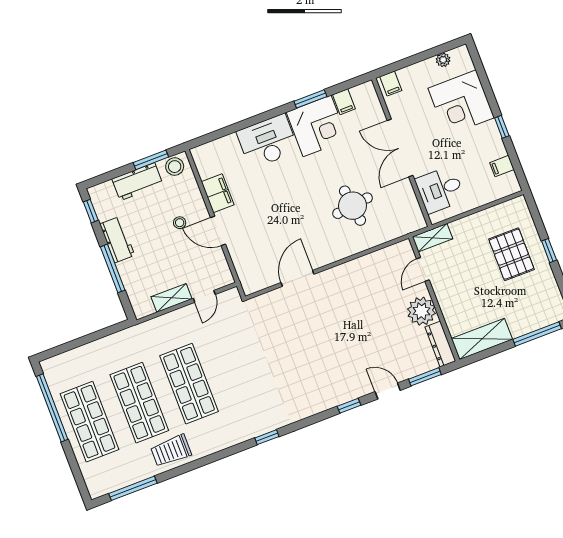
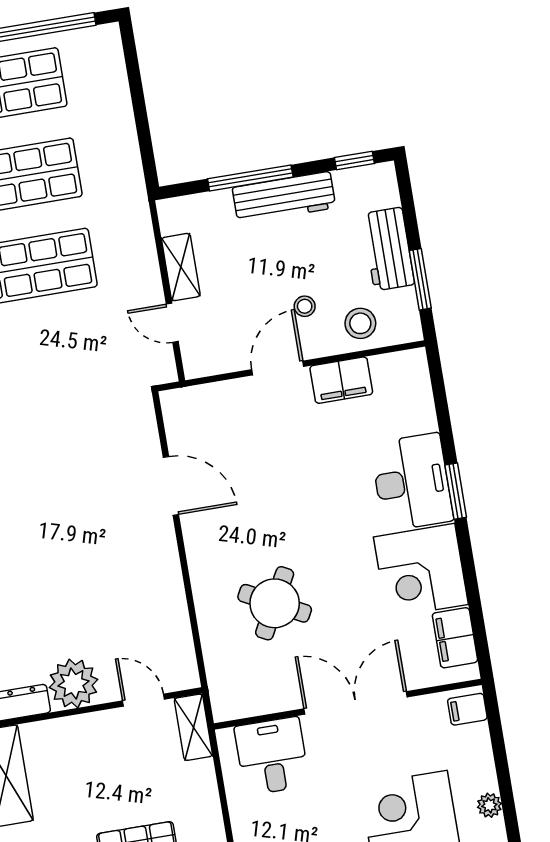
window: (310, 99) -> (456, 491), moved
filing cabinet: (344, 102) -> (455, 638), width x2.00
stool: (175, 167) -> (360, 323), moved
round table: (353, 206) -> (275, 603), turned 35
workbench: (117, 240) -> (284, 198), width x1.38

